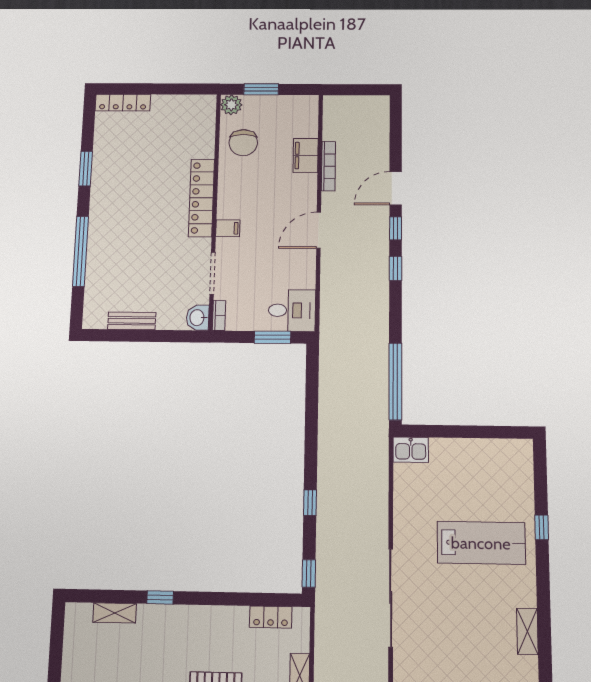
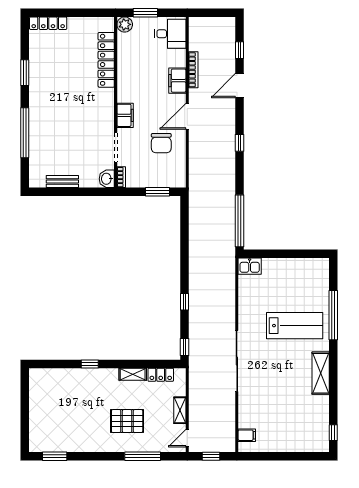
chair: (243, 143) -> (161, 143), moved
filing cabinet: (306, 156) -> (177, 81), moved
locker: (201, 198) -> (106, 60), moved
filing cabinet: (228, 228) -> (125, 115), width x2.00
window: (396, 228) -> (240, 50), moved
desk: (292, 310) -> (170, 34), moved
window: (542, 527) -> (333, 315), width x3.17
shelving: (115, 613) -> (133, 374), moved
shelving: (527, 631) -> (321, 373), width x1.50, depth x1.33

